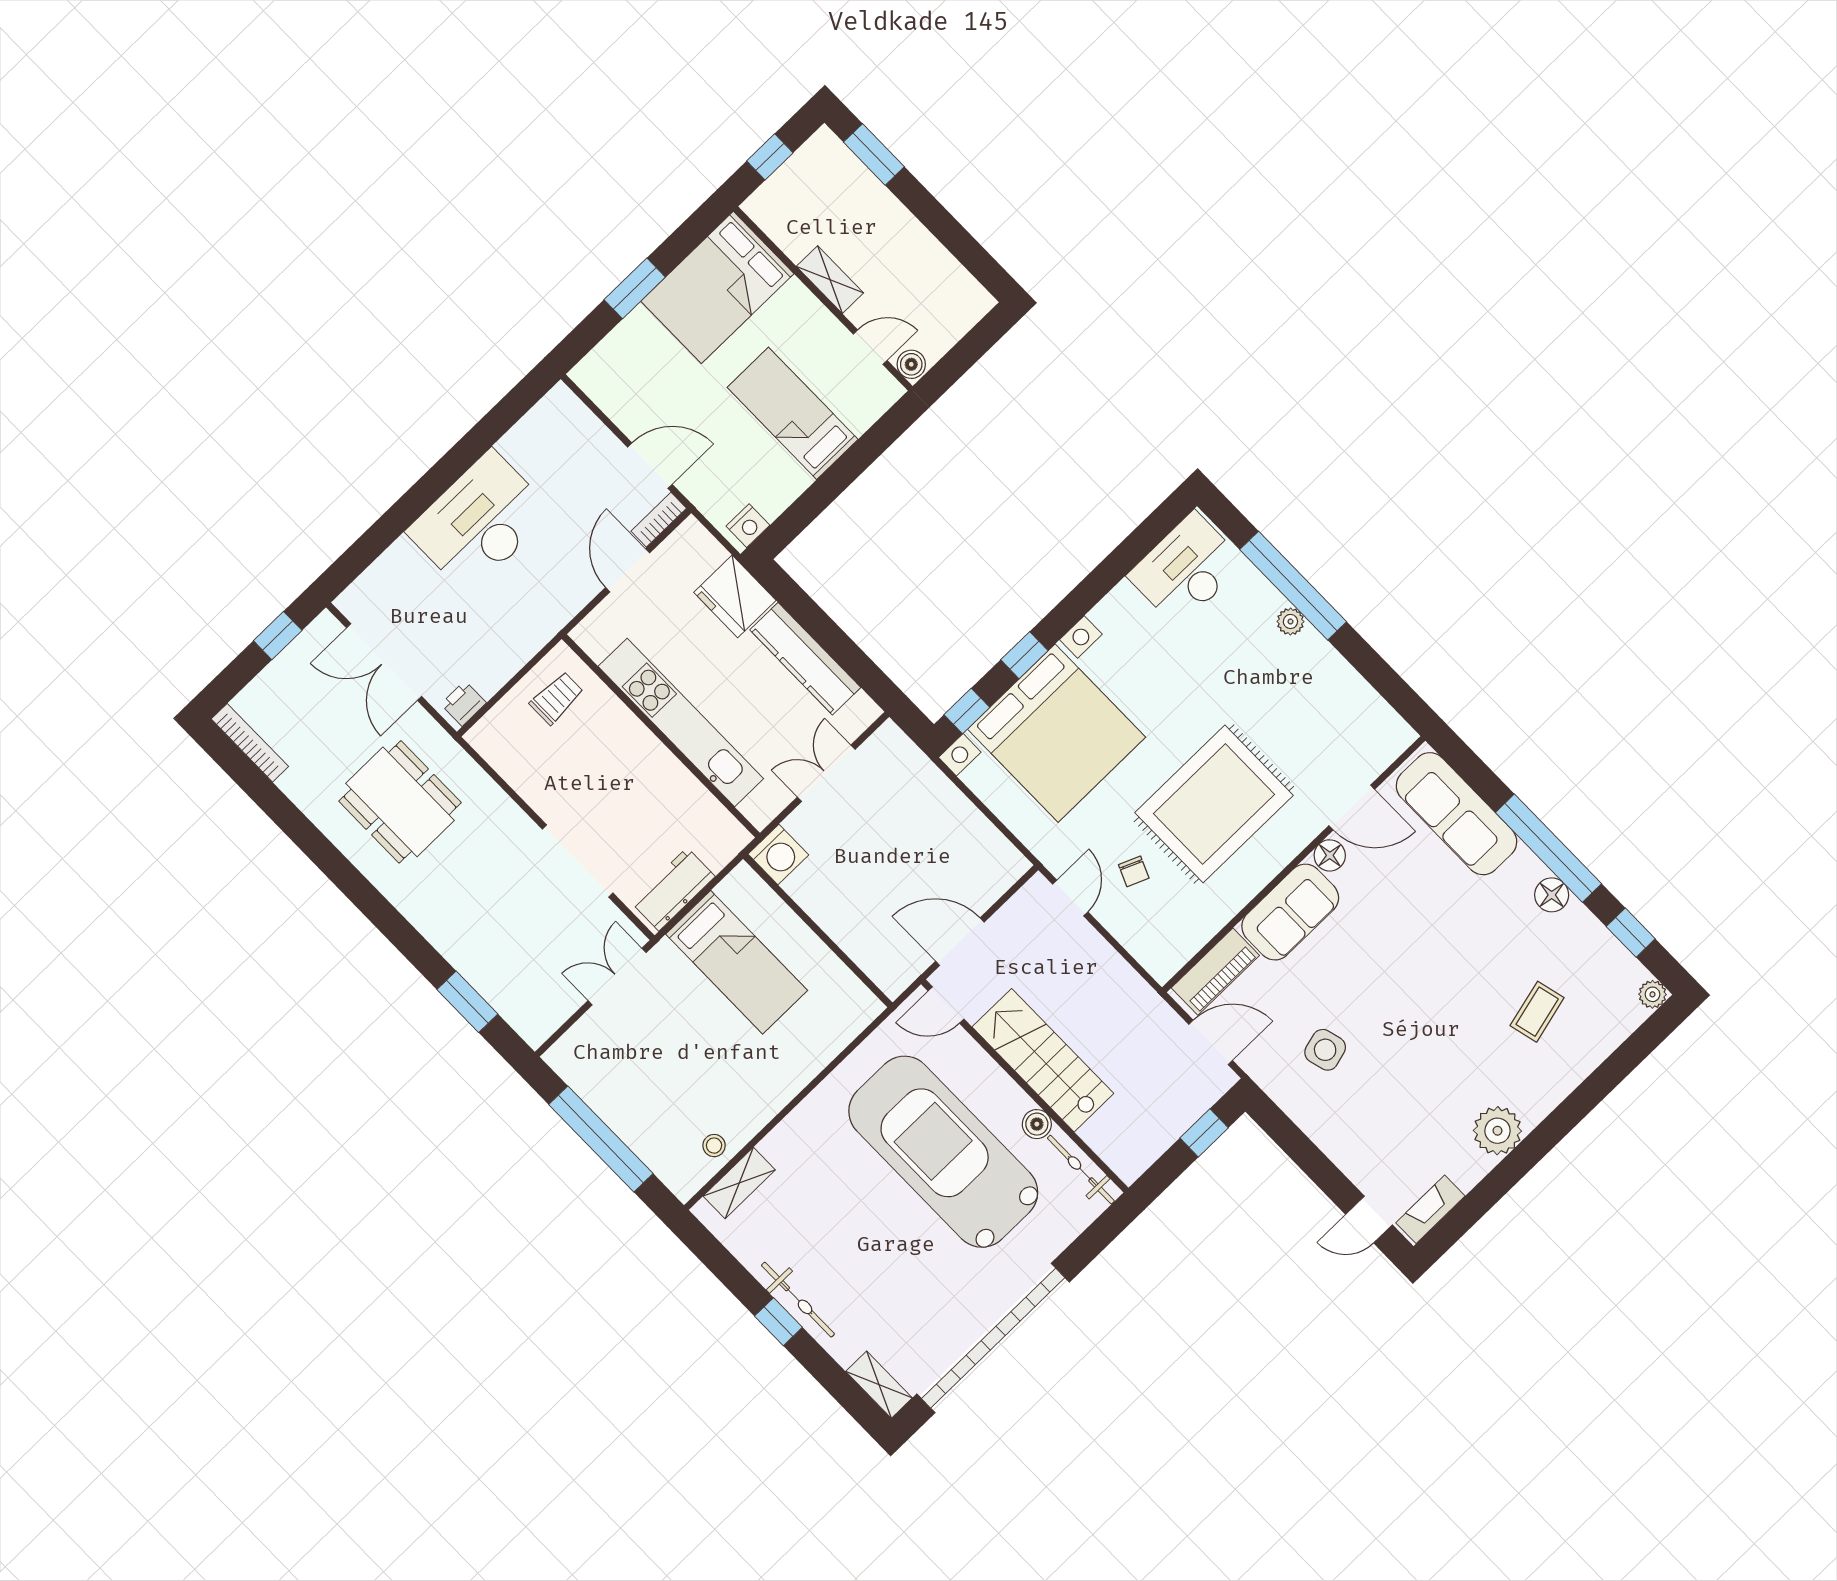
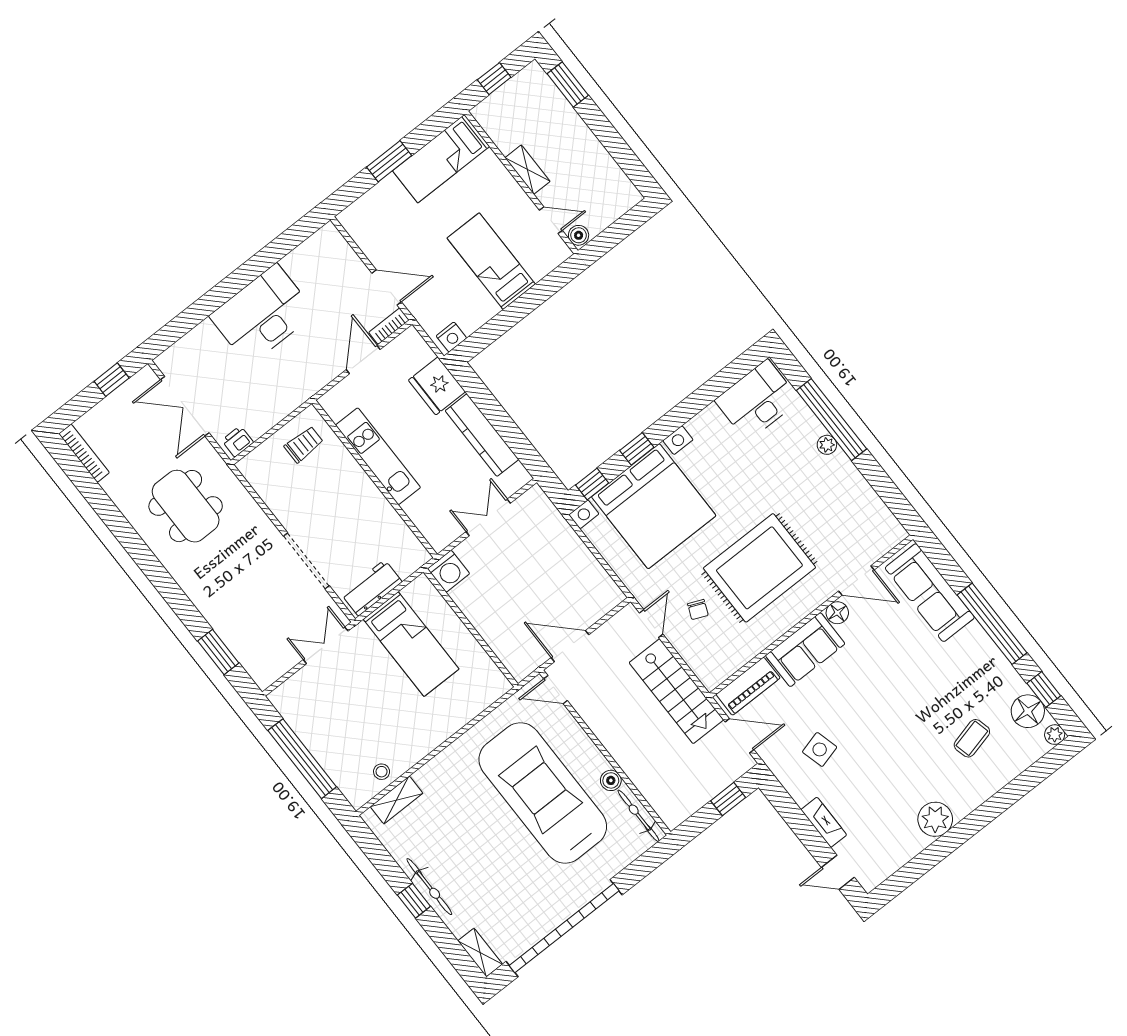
bed: (717, 287) -> (441, 159), width x0.67
kitchen unit: (681, 722) -> (378, 456), width x0.73
floor lamp: (1552, 895) -> (1028, 711), moved, width x1.38, depth x1.38
stairs: (1043, 1060) -> (676, 691), moved, turned 180
fireplace: (1430, 1209) -> (824, 822), moved, turned 90

